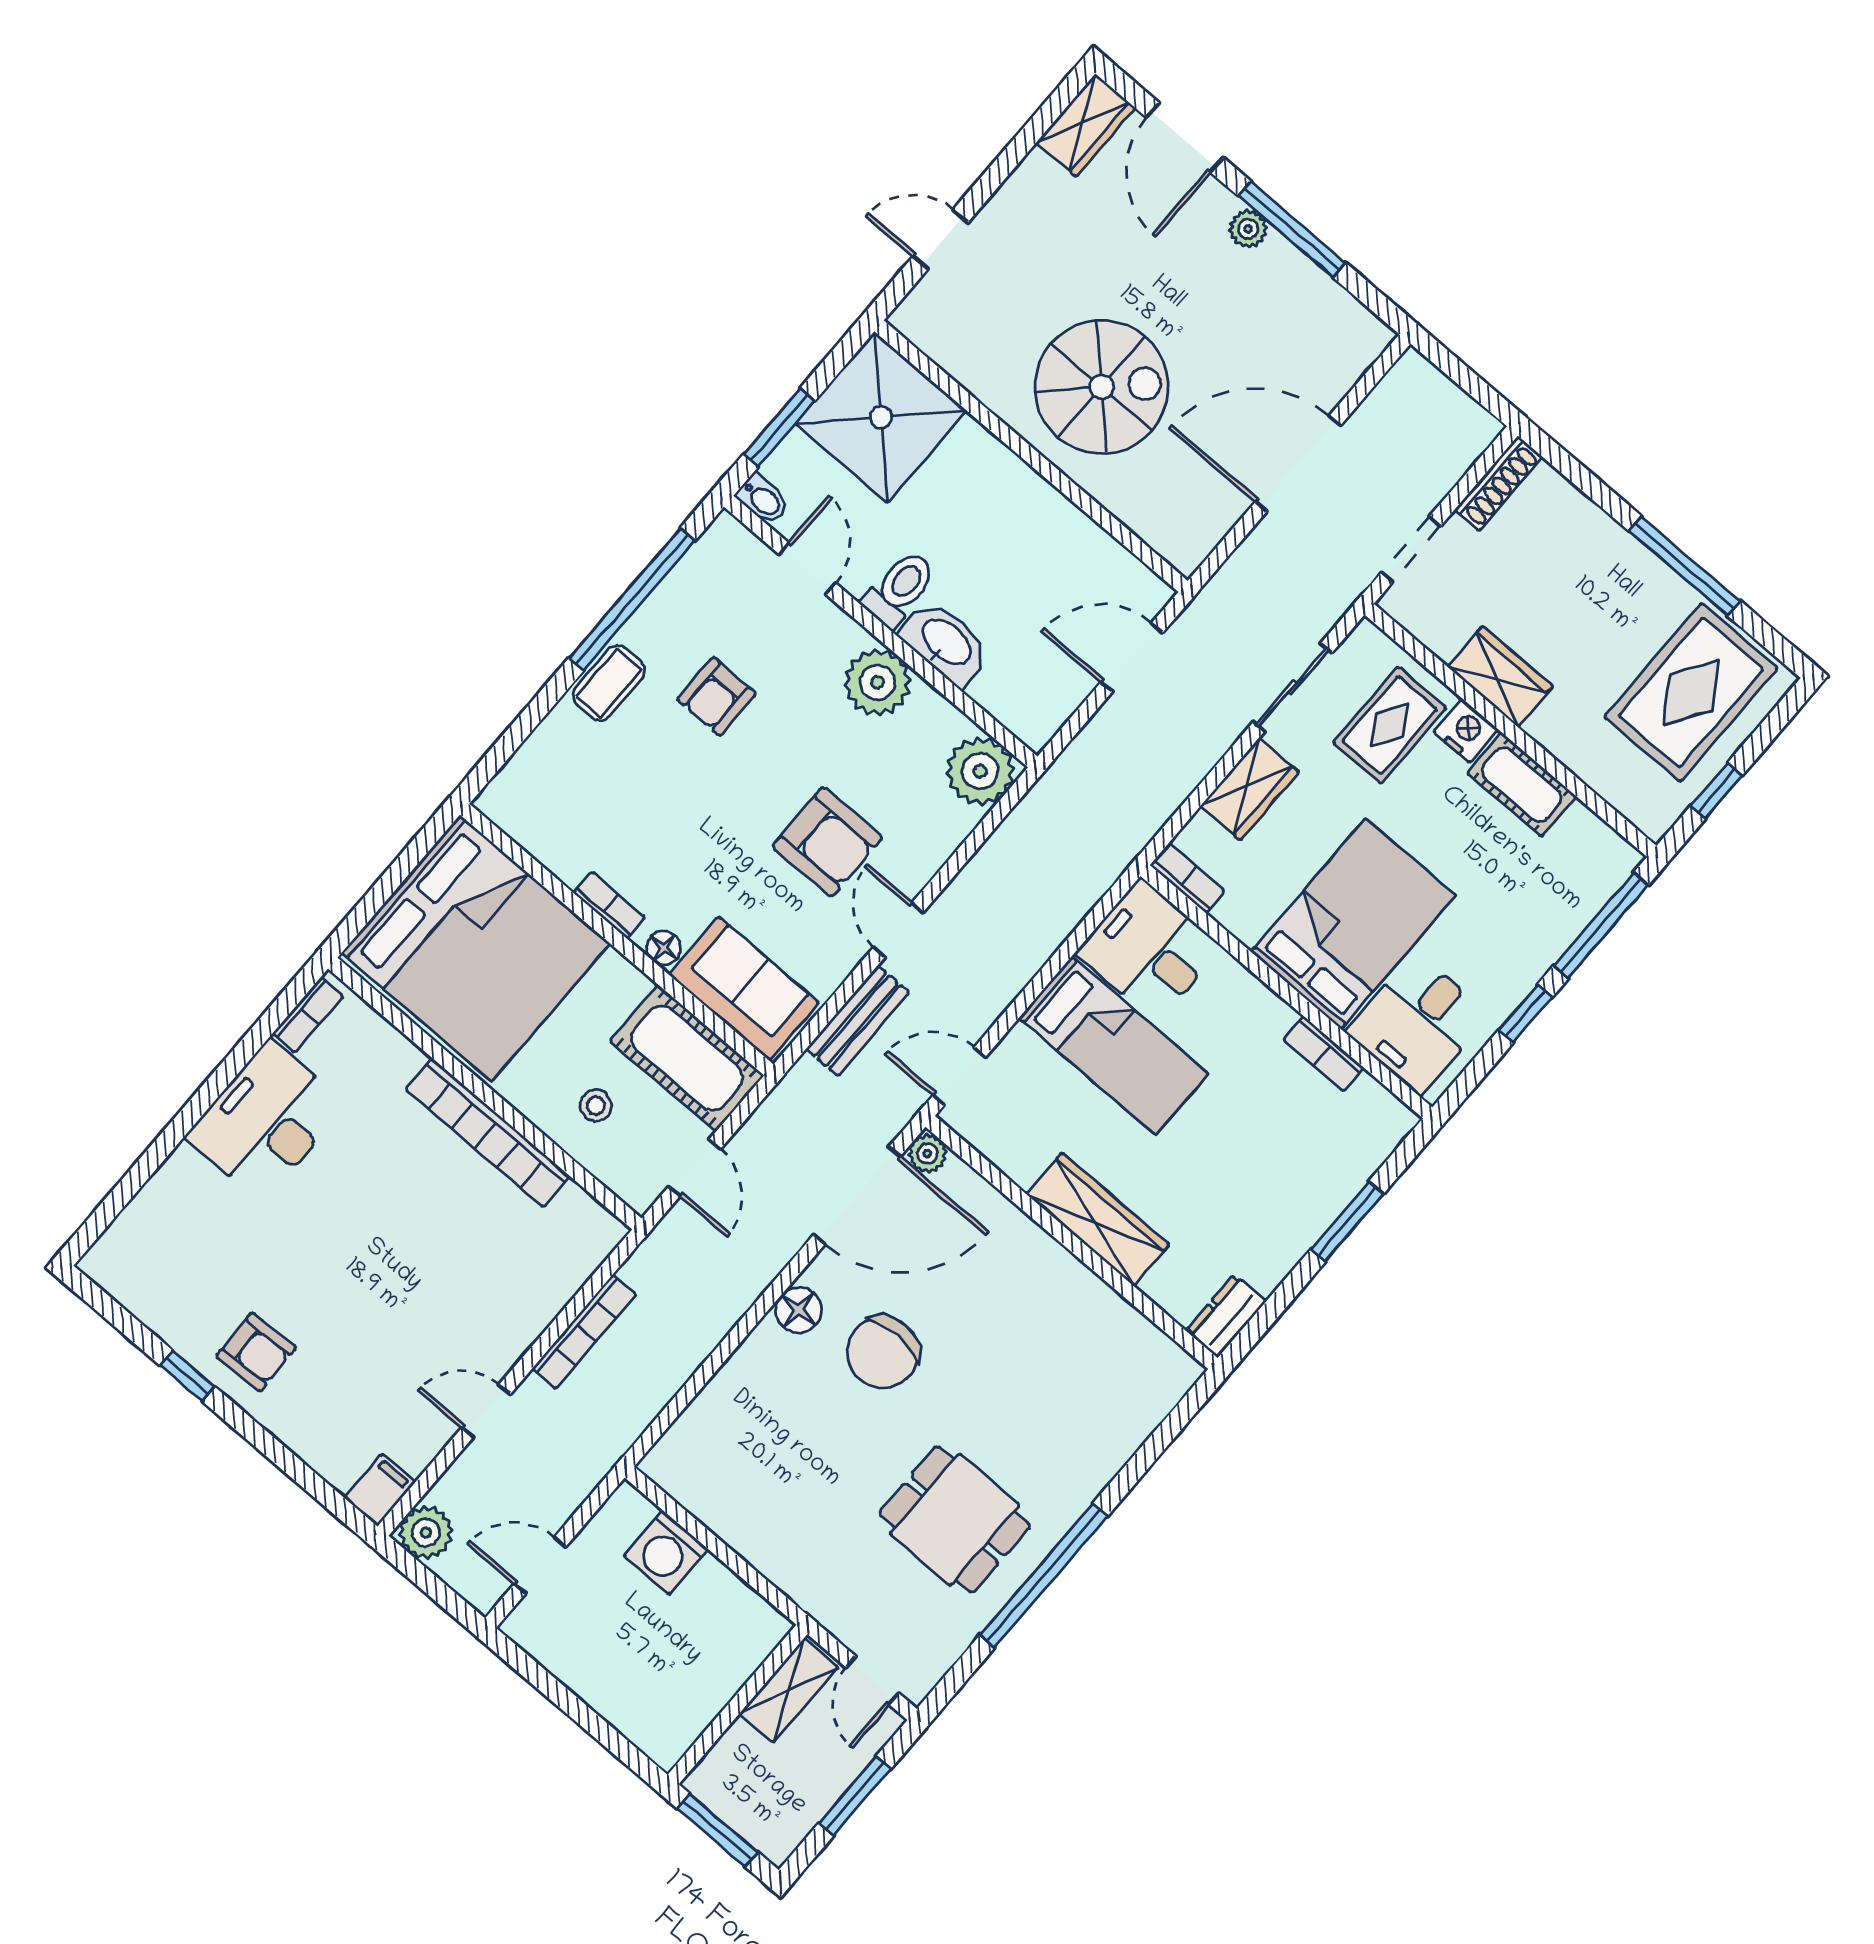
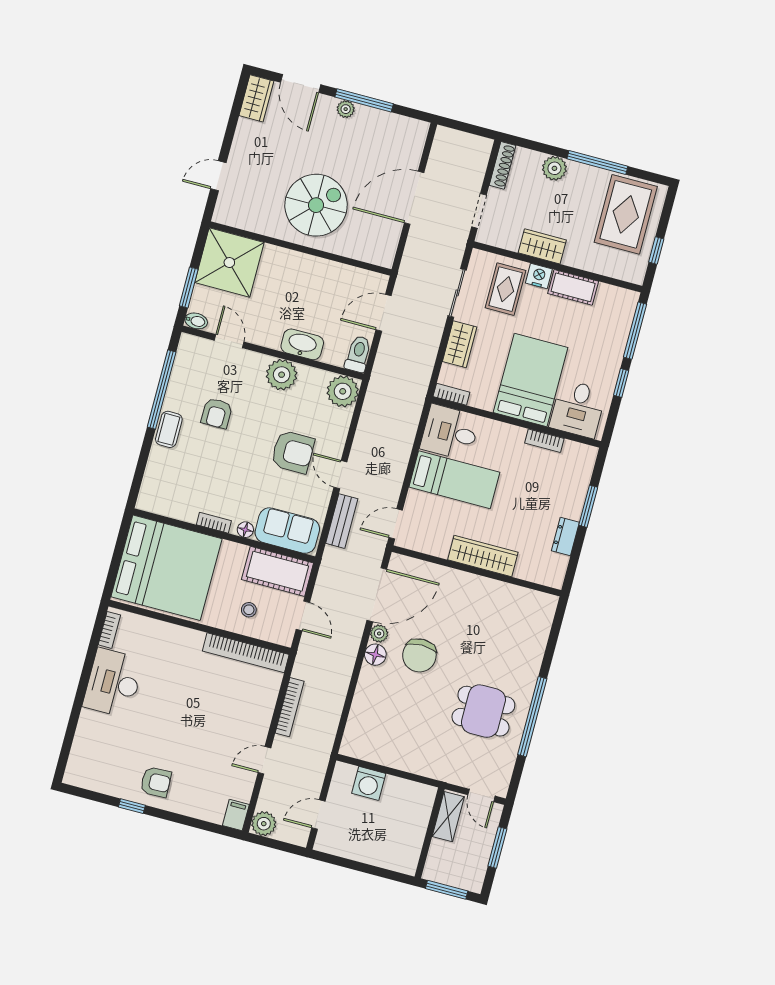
plant: (1596, 537) -> (554, 168), added
toilet: (899, 589) -> (358, 354), moved
bookcase: (488, 1133) -> (246, 653), moved
plant: (928, 1153) -> (379, 634), moved
dresser: (1226, 1316) -> (565, 537), moved

